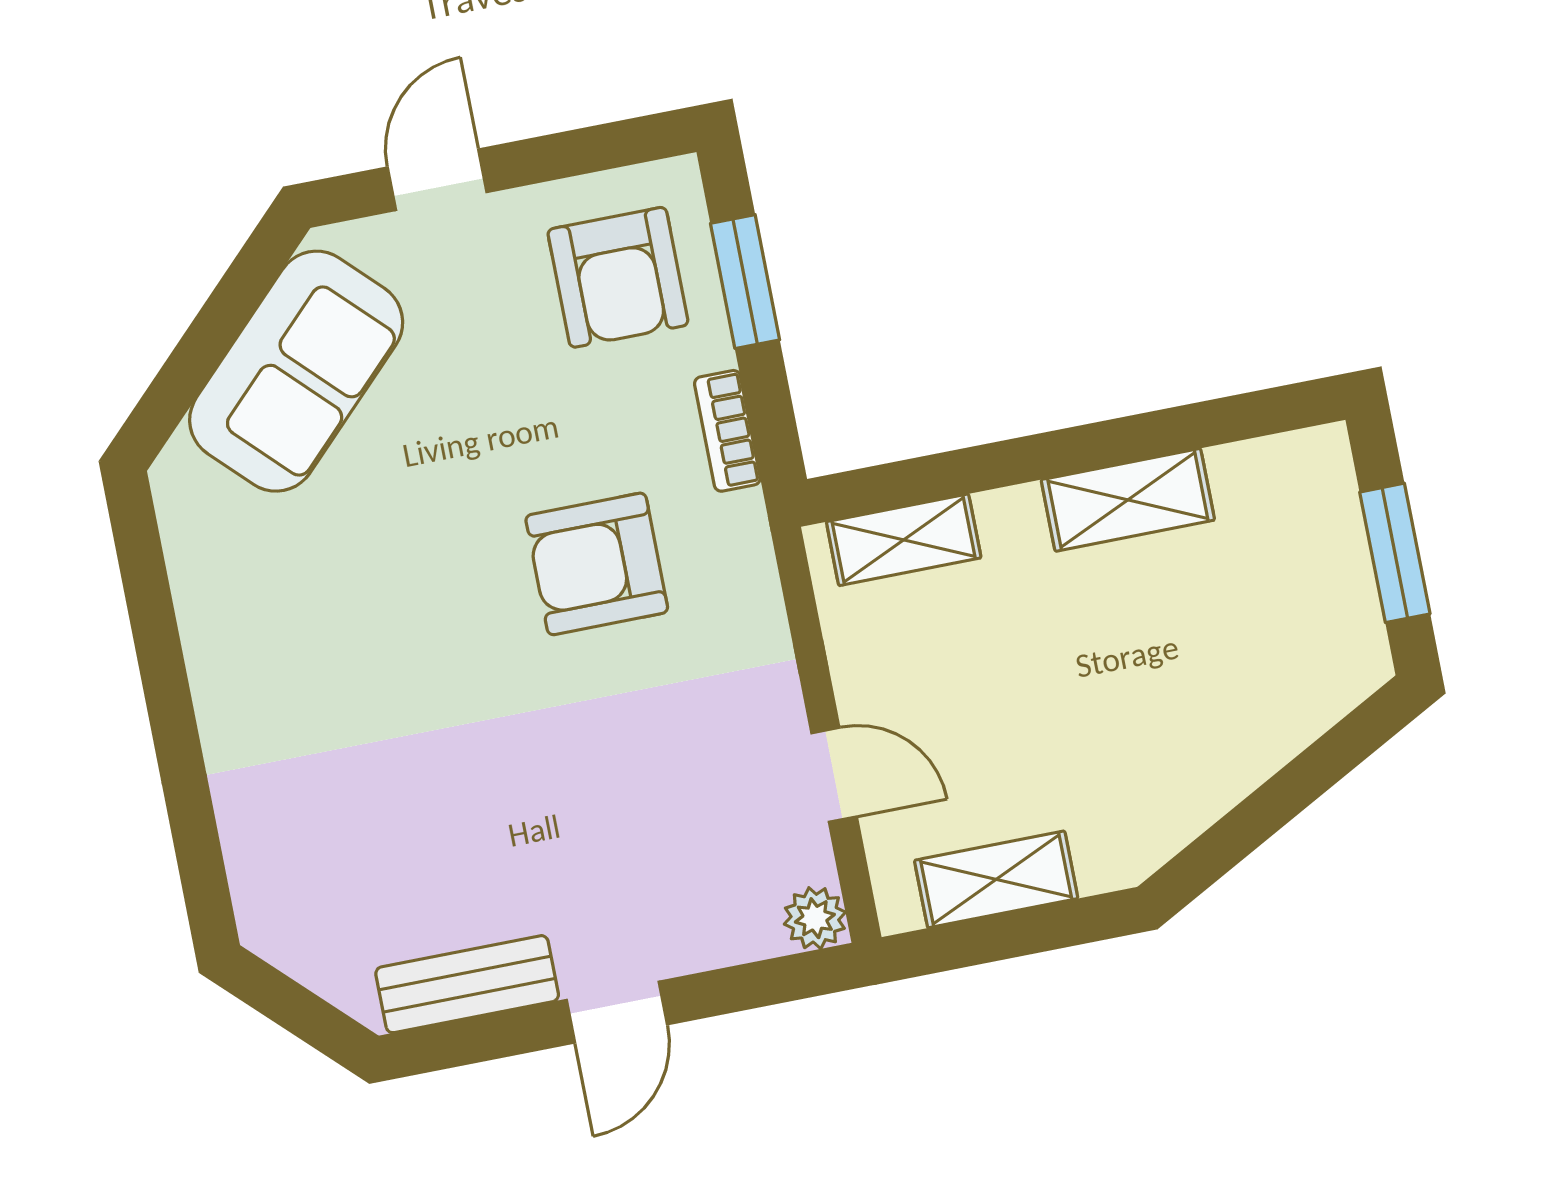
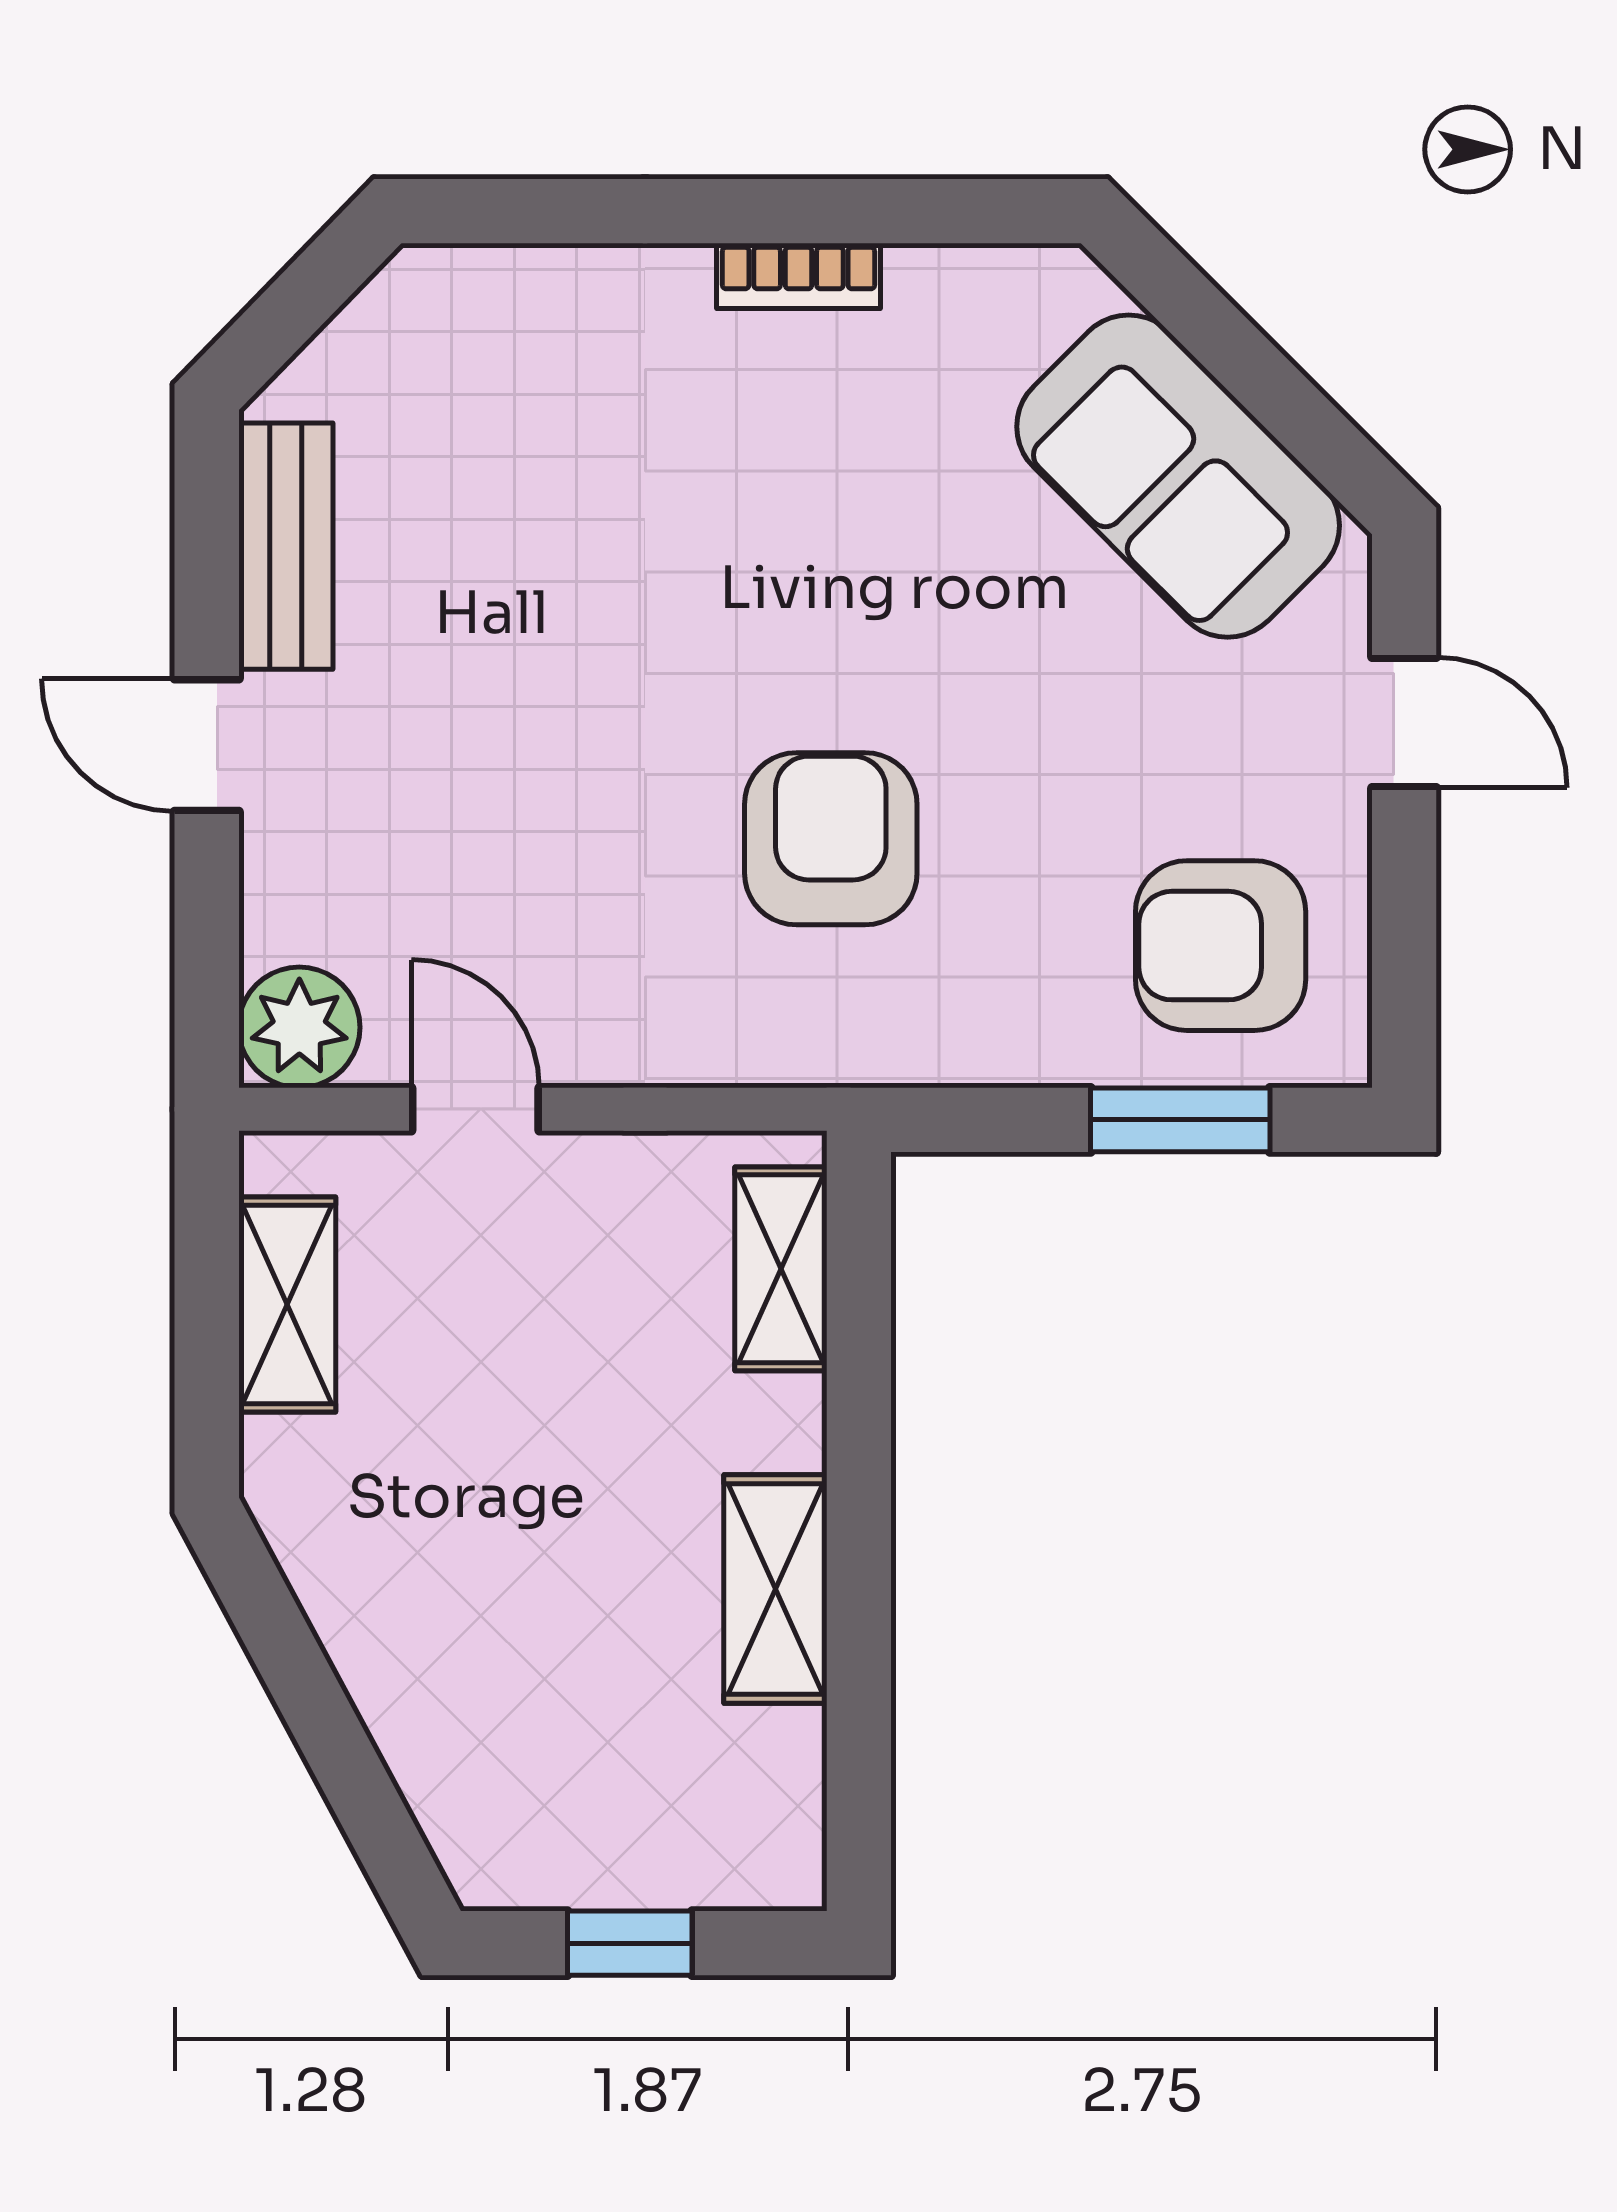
bookcase: (727, 431) -> (799, 276), moved, turned 180
window: (1395, 553) -> (630, 1943), width x0.67
door: (834, 775) -> (475, 1109), swing flipped
plant: (815, 918) -> (299, 1027), width x1.38, depth x1.38

